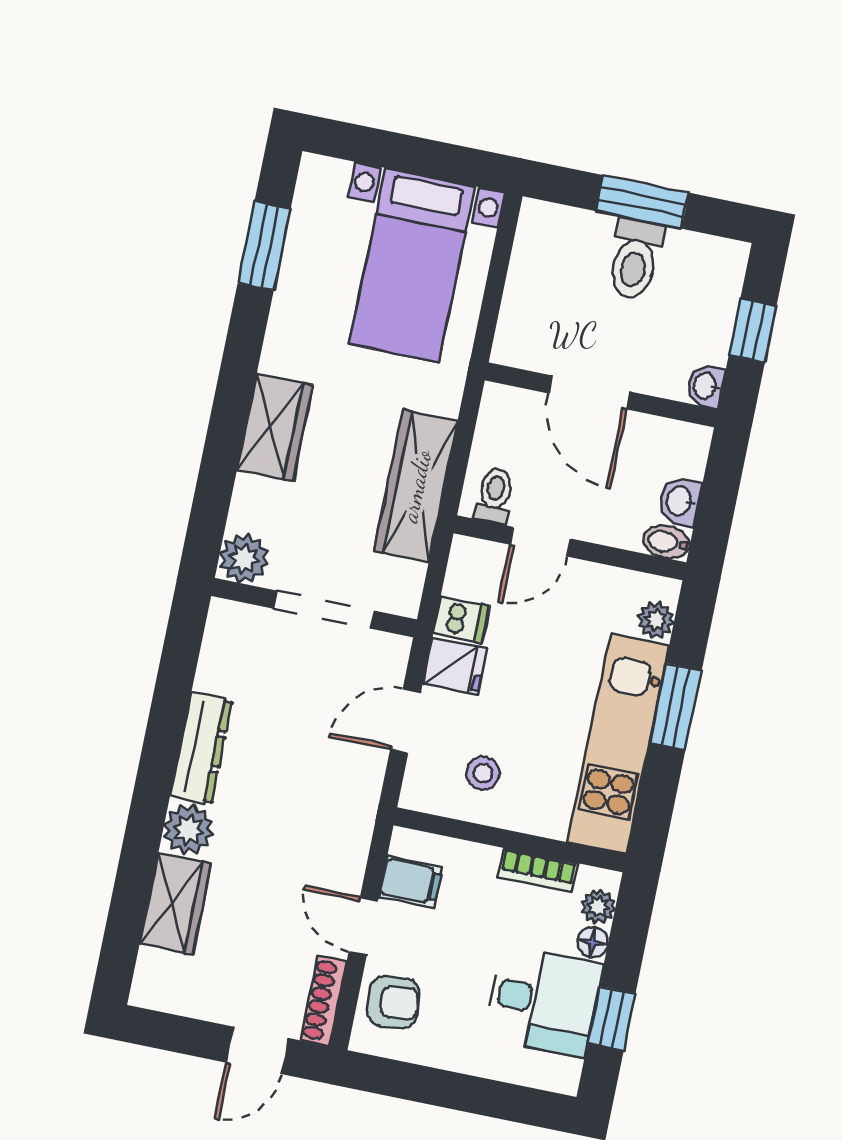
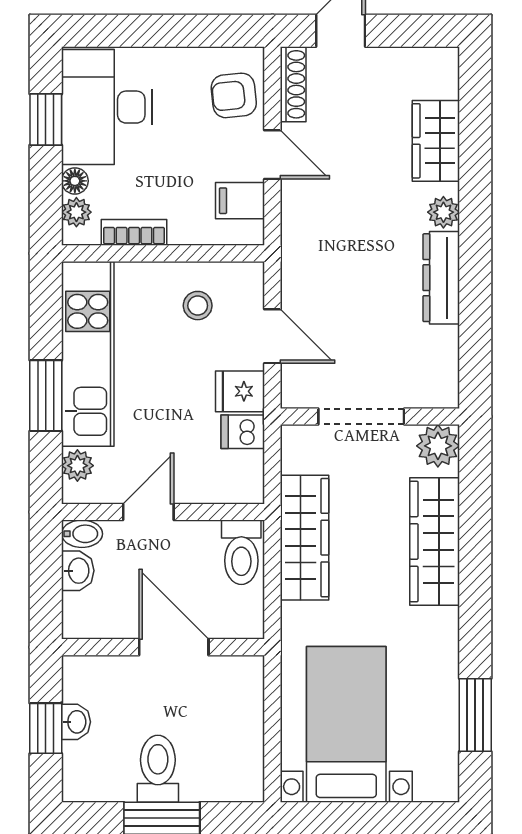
washbasin: (706, 386) -> (76, 722), moved
wardrobe: (275, 427) -> (435, 541), width x1.50
toilet: (495, 495) -> (241, 552), width x1.37, depth x1.39
door: (540, 542) -> (148, 512), moved
door: (405, 721) -> (272, 336), hinge flipped
plant: (189, 830) -> (443, 212), width x0.73, depth x0.73
desk: (543, 1001) -> (107, 107), width x1.37

